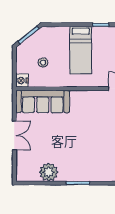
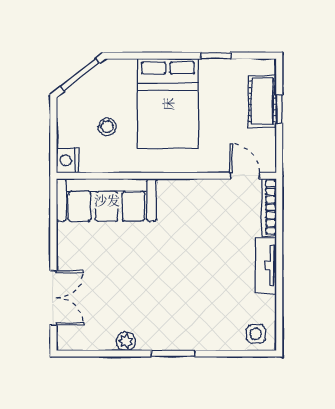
bed: (81, 50) -> (168, 104), width x1.50
double door: (14, 135) -> (53, 298), moved
plant: (49, 172) -> (126, 341), width x0.53, depth x0.53

